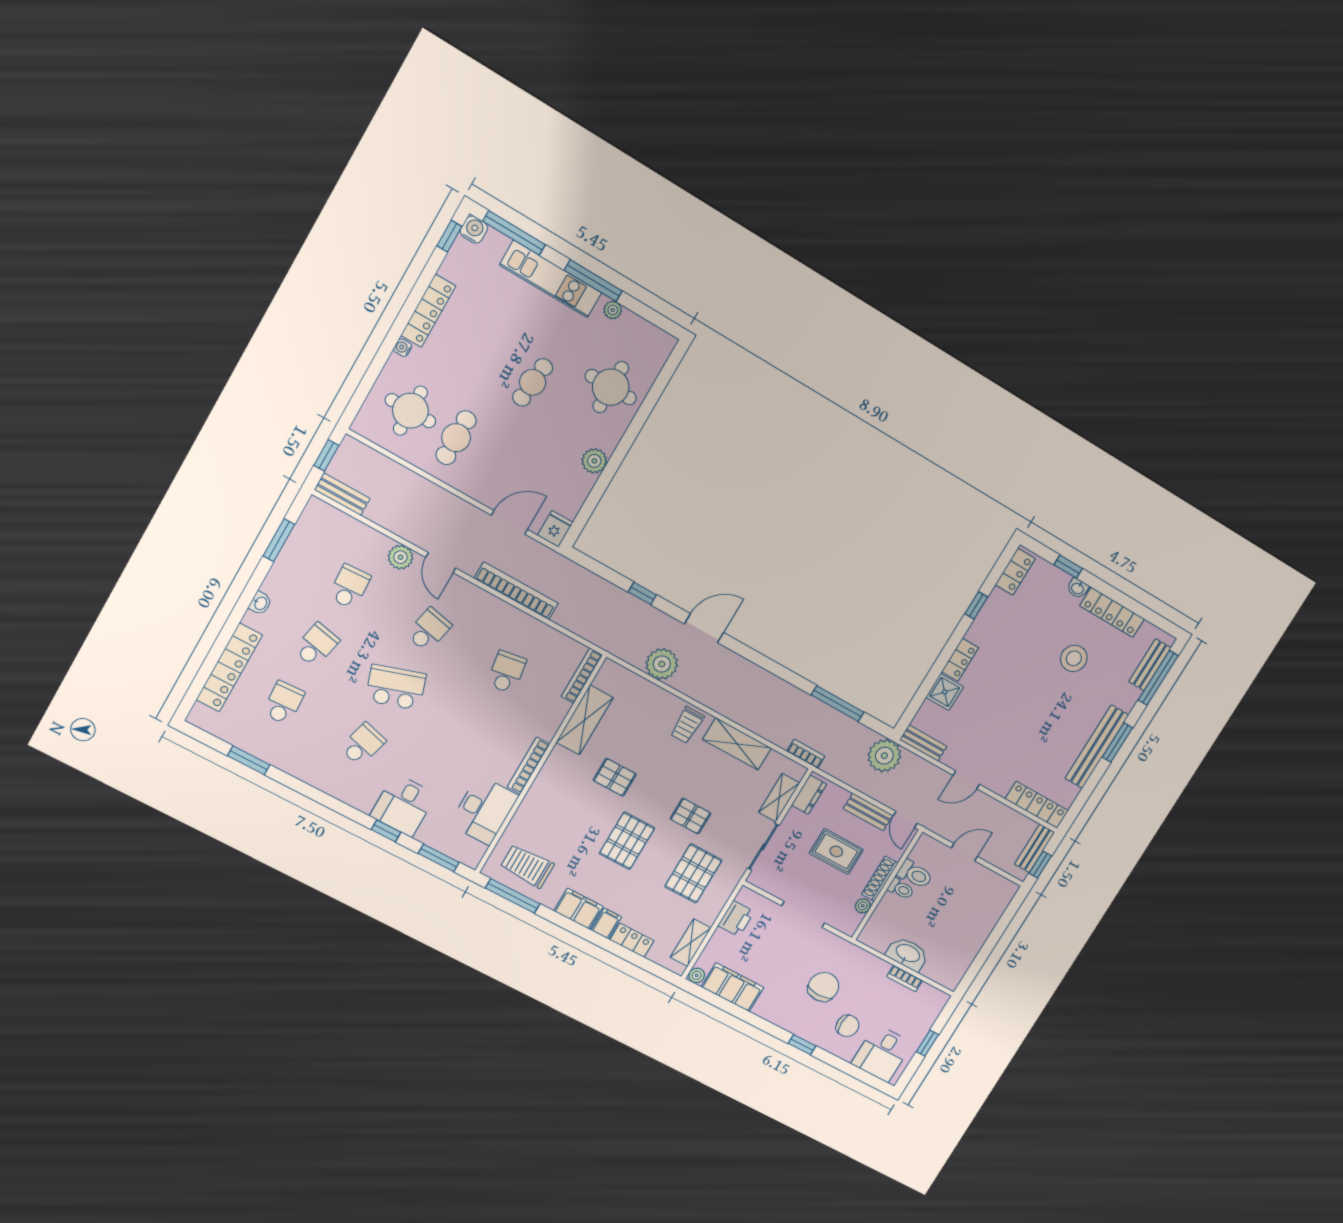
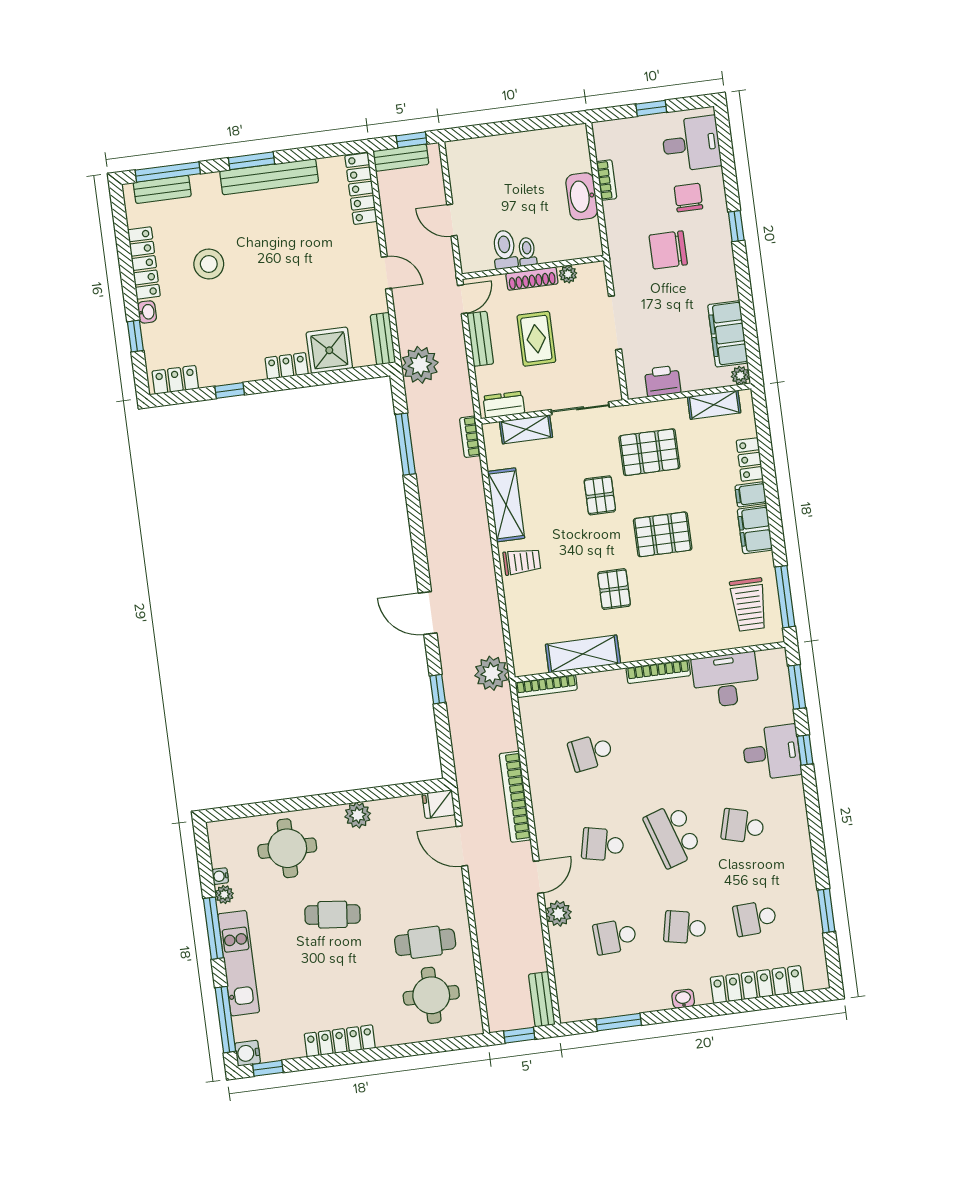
water cooler: (403, 348) -> (220, 876), moved, turned 90
plant: (662, 664) -> (492, 673), moved
shower: (945, 692) -> (329, 350), width x1.36, depth x1.36

